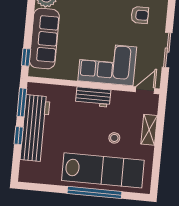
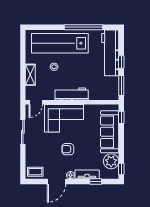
armchair: (140, 15) -> (68, 149), moved
workbench: (93, 97) -> (72, 94), width x1.38
workbench: (35, 128) -> (110, 53), moved
window: (94, 192) -> (83, 27), moved

